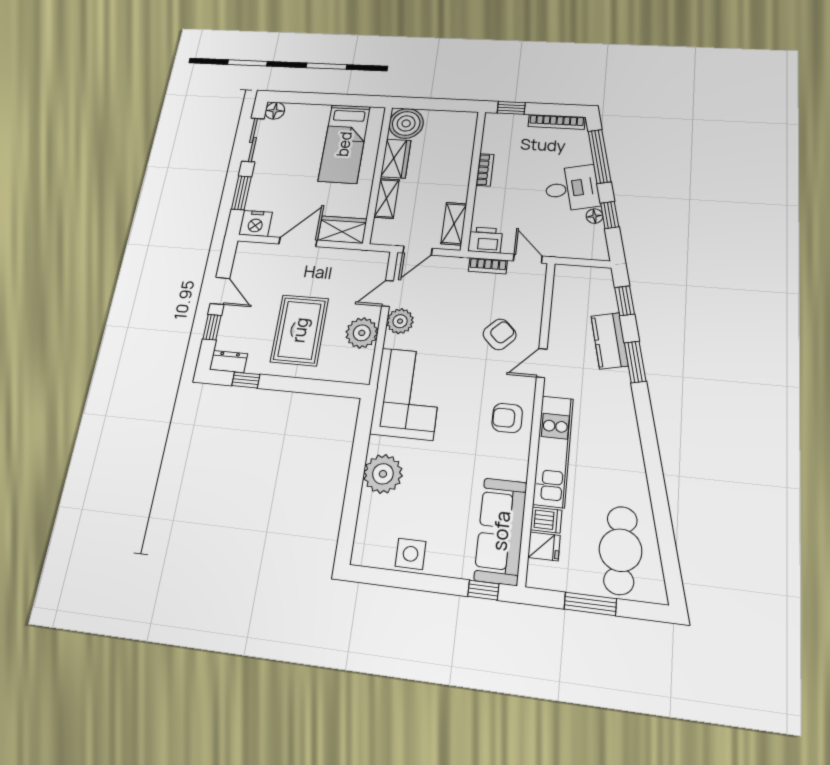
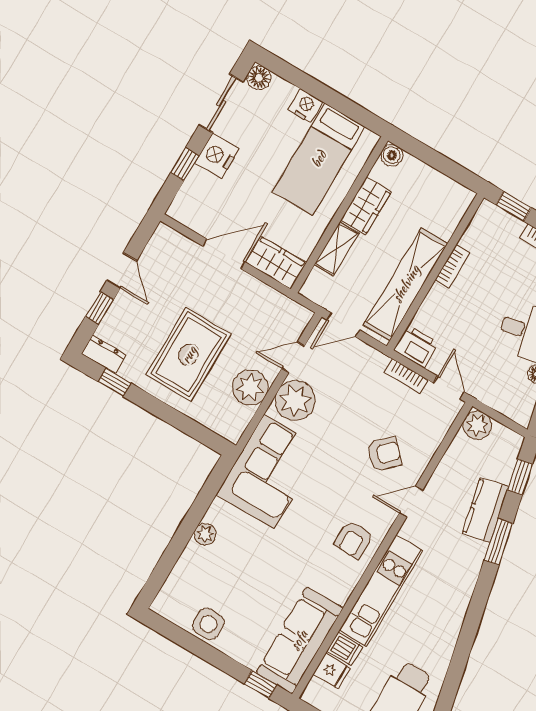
nightstand: (318, 113) -> (305, 106), added
boiler: (406, 123) -> (392, 155), width x0.54, depth x0.54
window: (241, 193) -> (185, 164), width x0.67
nightstand: (256, 223) -> (217, 156), moved, turned 90
shelving: (454, 224) -> (406, 284), width x2.20, depth x1.33
plant: (566, 277) -> (477, 425), added
plant: (400, 321) -> (295, 401), width x1.36, depth x1.36
armchair: (507, 418) -> (353, 540), turned -90
plant: (383, 474) -> (205, 534), width x0.53, depth x0.53

